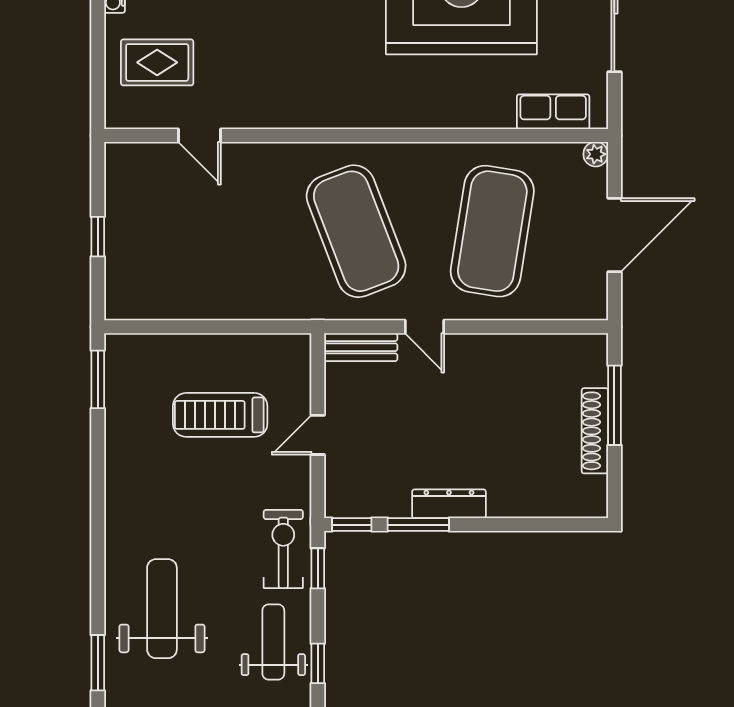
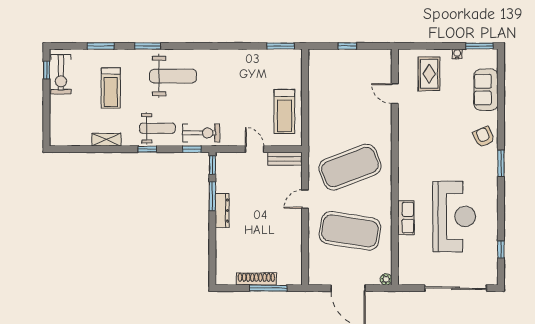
row of seats: (553, 112) -> (406, 218), moved
door: (199, 135) -> (395, 94), hinge flipped
bench: (361, 347) -> (285, 159), moved, turned 90
treadmill: (220, 415) -> (284, 111), moved, turned 180

